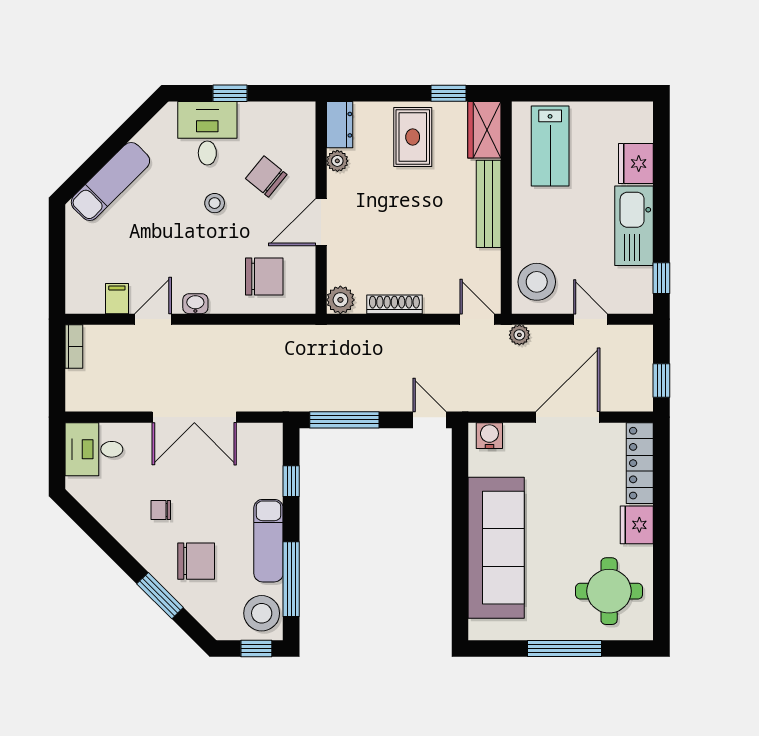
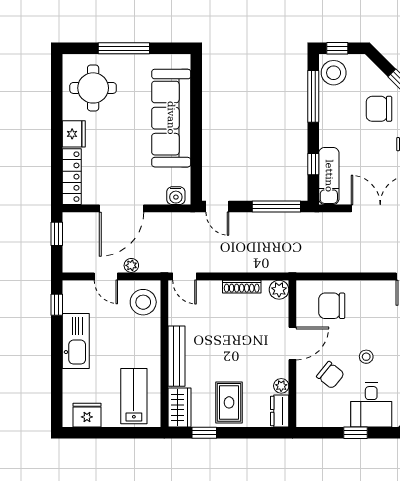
fridge: (636, 164) -> (87, 415), moved, turned -90
washbasin: (195, 304) -> (379, 287), removed
plant: (519, 335) -> (131, 265), moved
exam couch: (268, 541) -> (329, 176), moved

